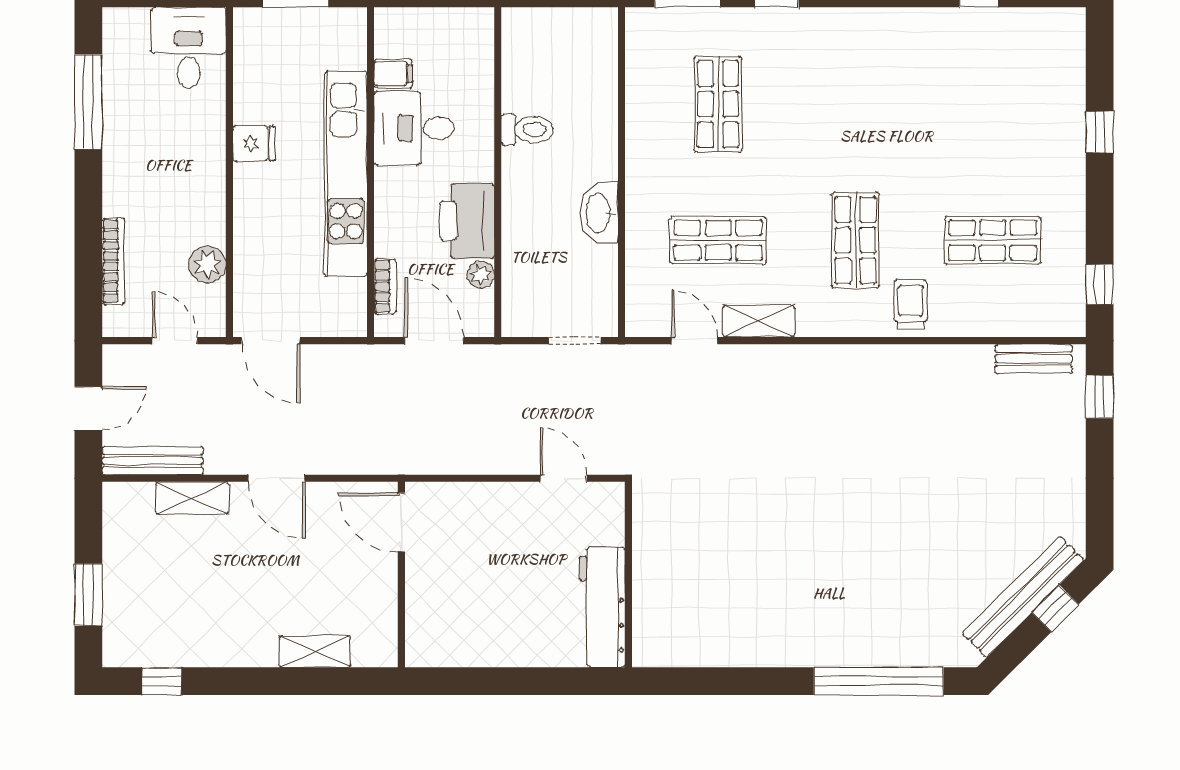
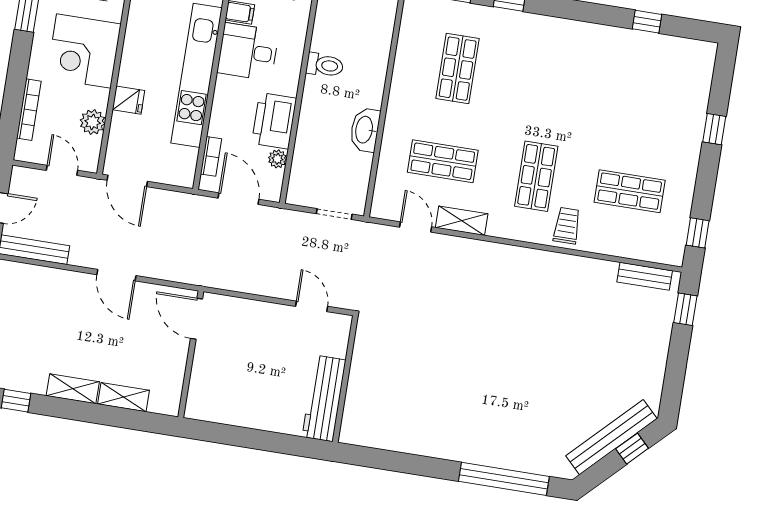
fridge: (254, 144) -> (128, 100), moved
corner desk: (179, 165) -> (84, 51), added
shelving: (192, 498) -> (73, 389), moved

